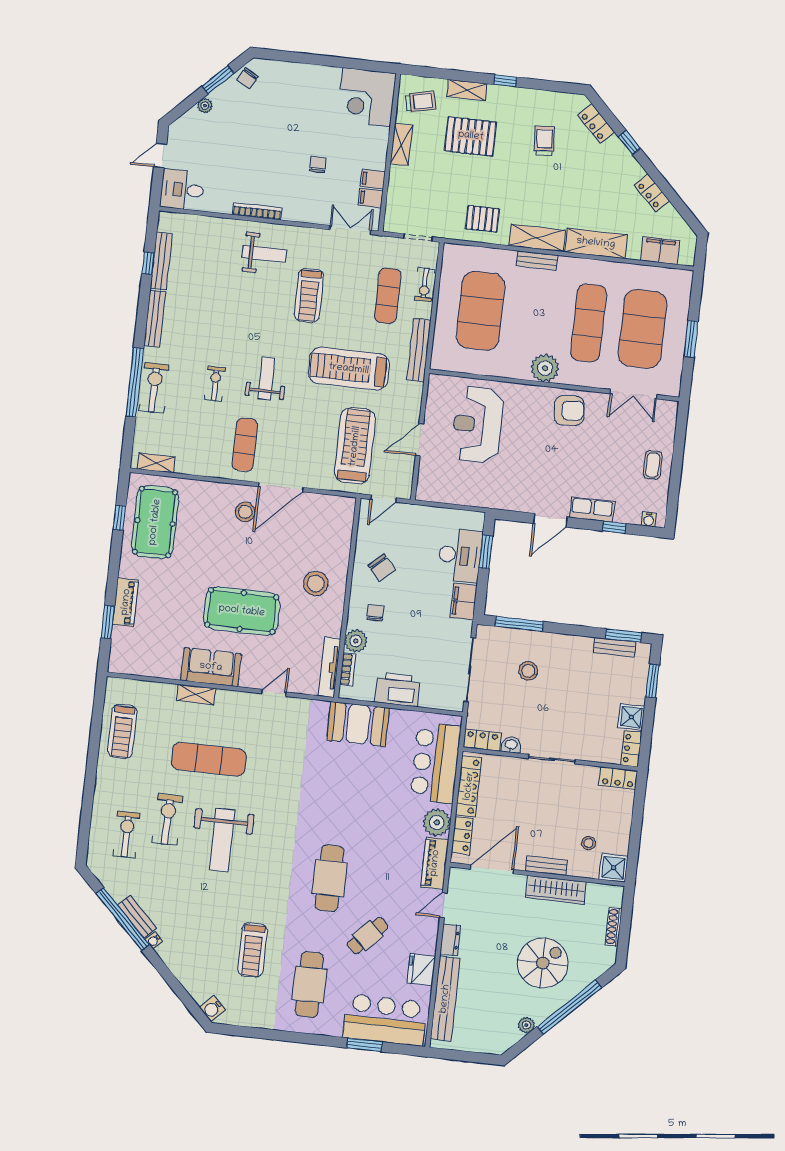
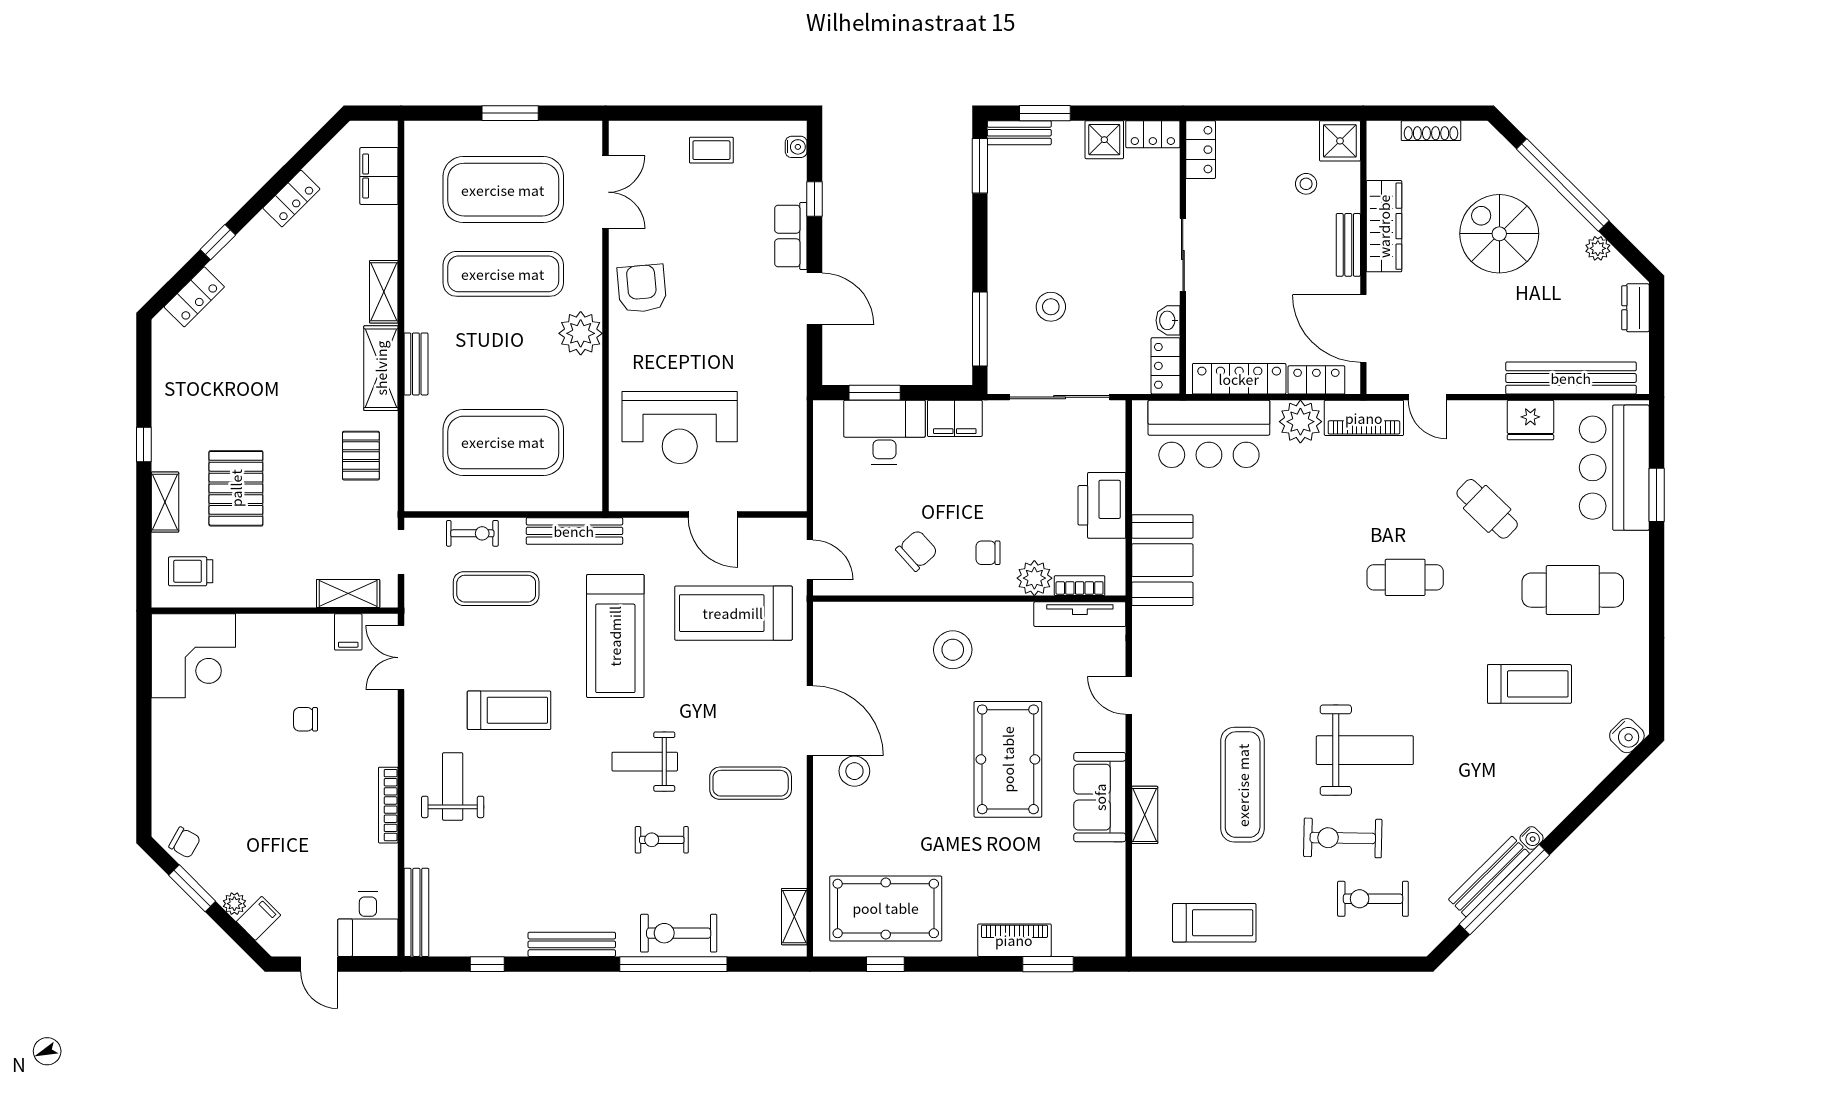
trolley: (421, 102) -> (191, 571), turned -77
trolley: (544, 141) -> (230, 374), removed
shelving: (401, 144) -> (348, 594), moved
filing cabinet: (373, 179) -> (258, 918), moved, turned -135
shelving: (596, 243) -> (384, 292), width x0.67, depth x0.75
bench: (161, 261) -> (416, 912), moved, turned 90
bench: (615, 647) -> (1019, 133), moved, turned 90
cafe table: (330, 878) -> (1405, 577), width x0.73, depth x0.74
bench: (137, 916) -> (1489, 876), width x1.36
dresser: (450, 940) -> (1635, 308), moved, turned -90

